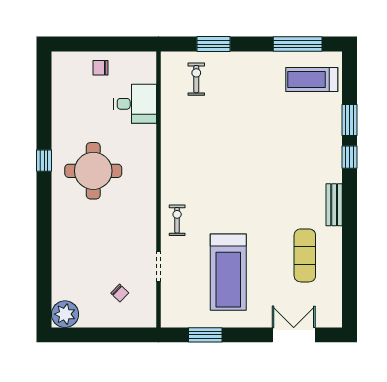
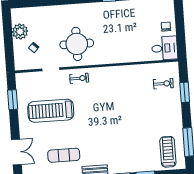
desk: (135, 104) -> (165, 48), moved, turned -90
round table: (93, 171) -> (77, 44), moved
plant: (65, 314) -> (20, 32), moved

